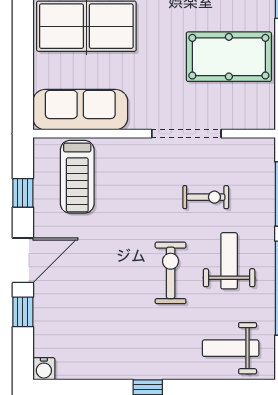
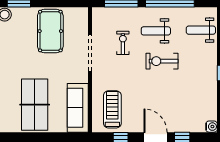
treadmill: (77, 177) -> (112, 109), turned -90
weight bench: (231, 348) -> (201, 30), turned 90

